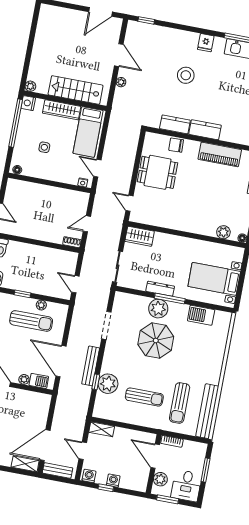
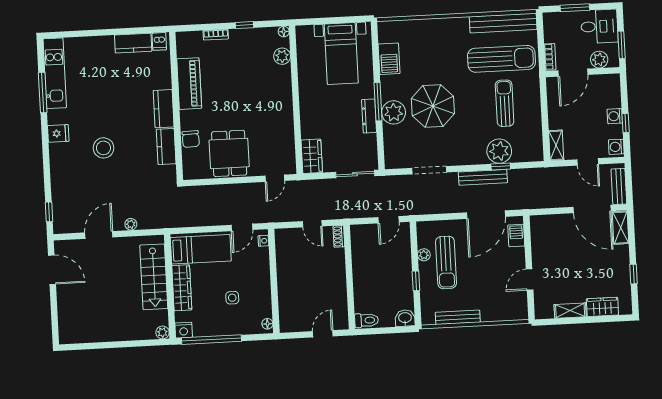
sun lounger: (31, 321) -> (446, 262), turned 180
plant: (24, 379) -> (519, 254), removed
sun lounger: (180, 403) -> (501, 59), width x1.36, depth x1.34
door: (83, 451) -> (588, 162), hinge flipped

